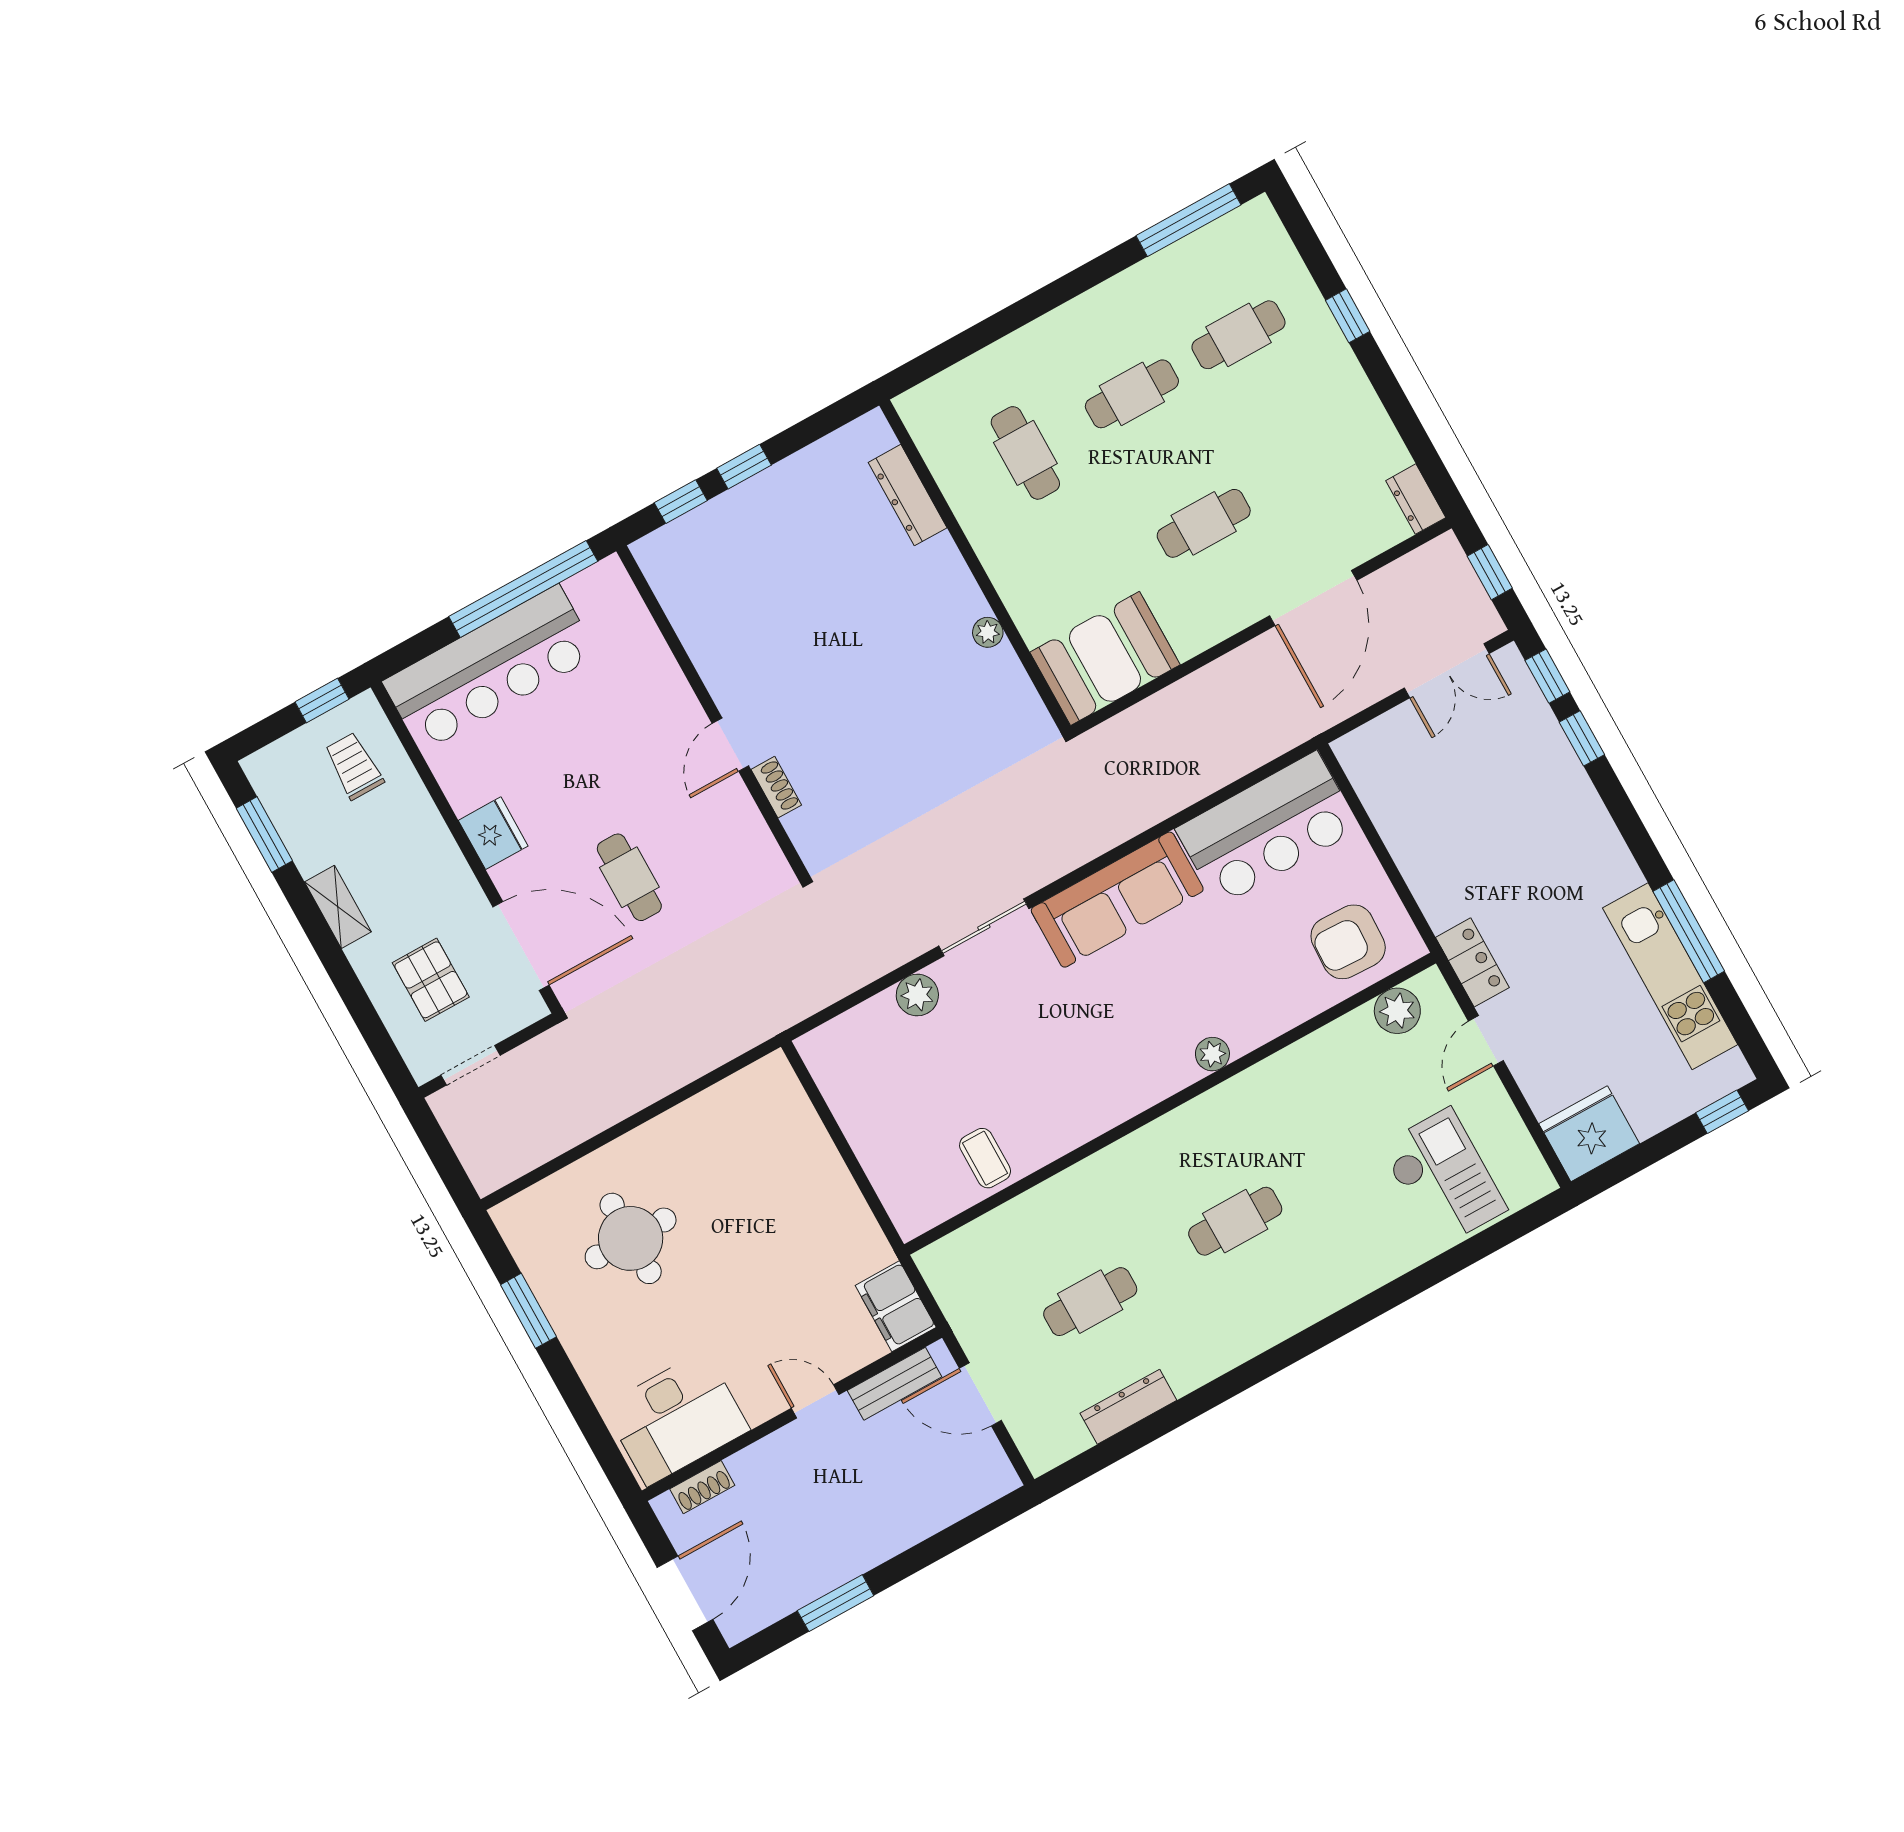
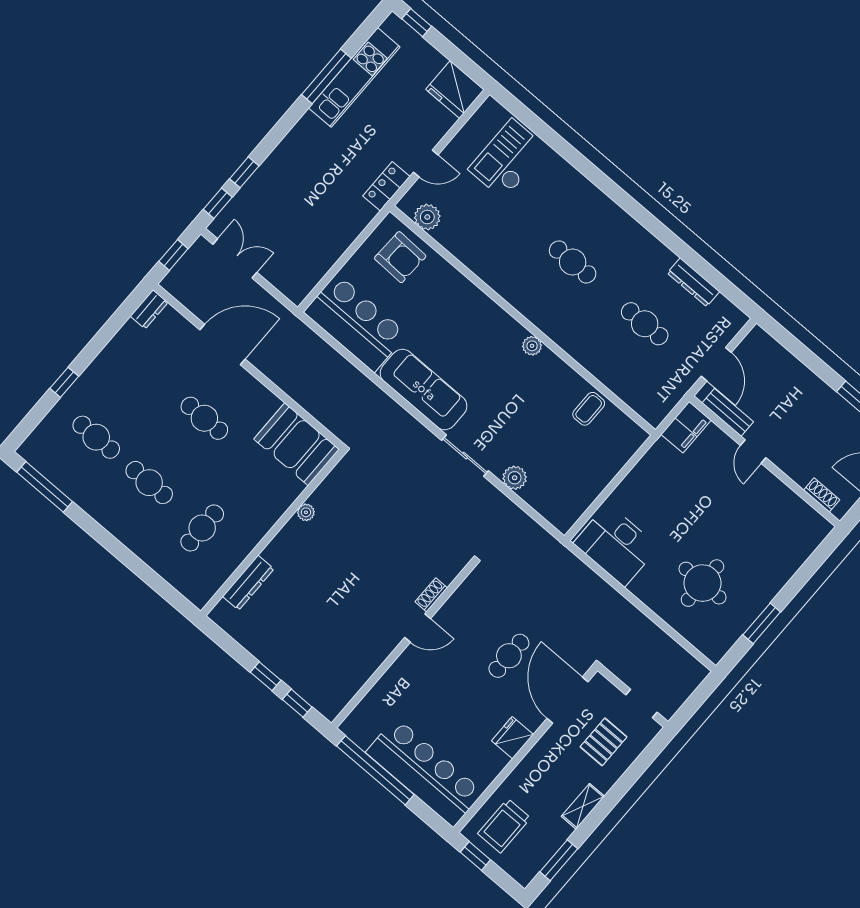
trolley: (354, 766) -> (504, 826), width x1.36, depth x1.39
plant: (1212, 1054) -> (532, 346), moved
desk: (676, 1418) -> (616, 545), moved, turned 180

